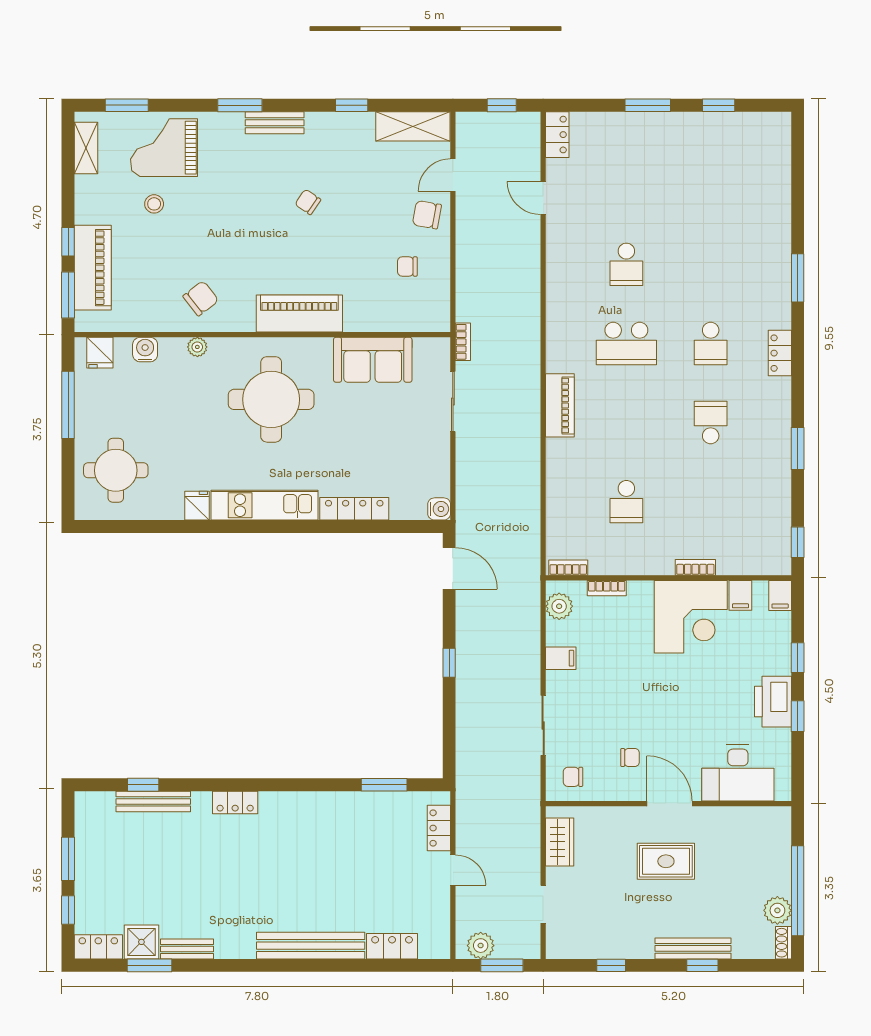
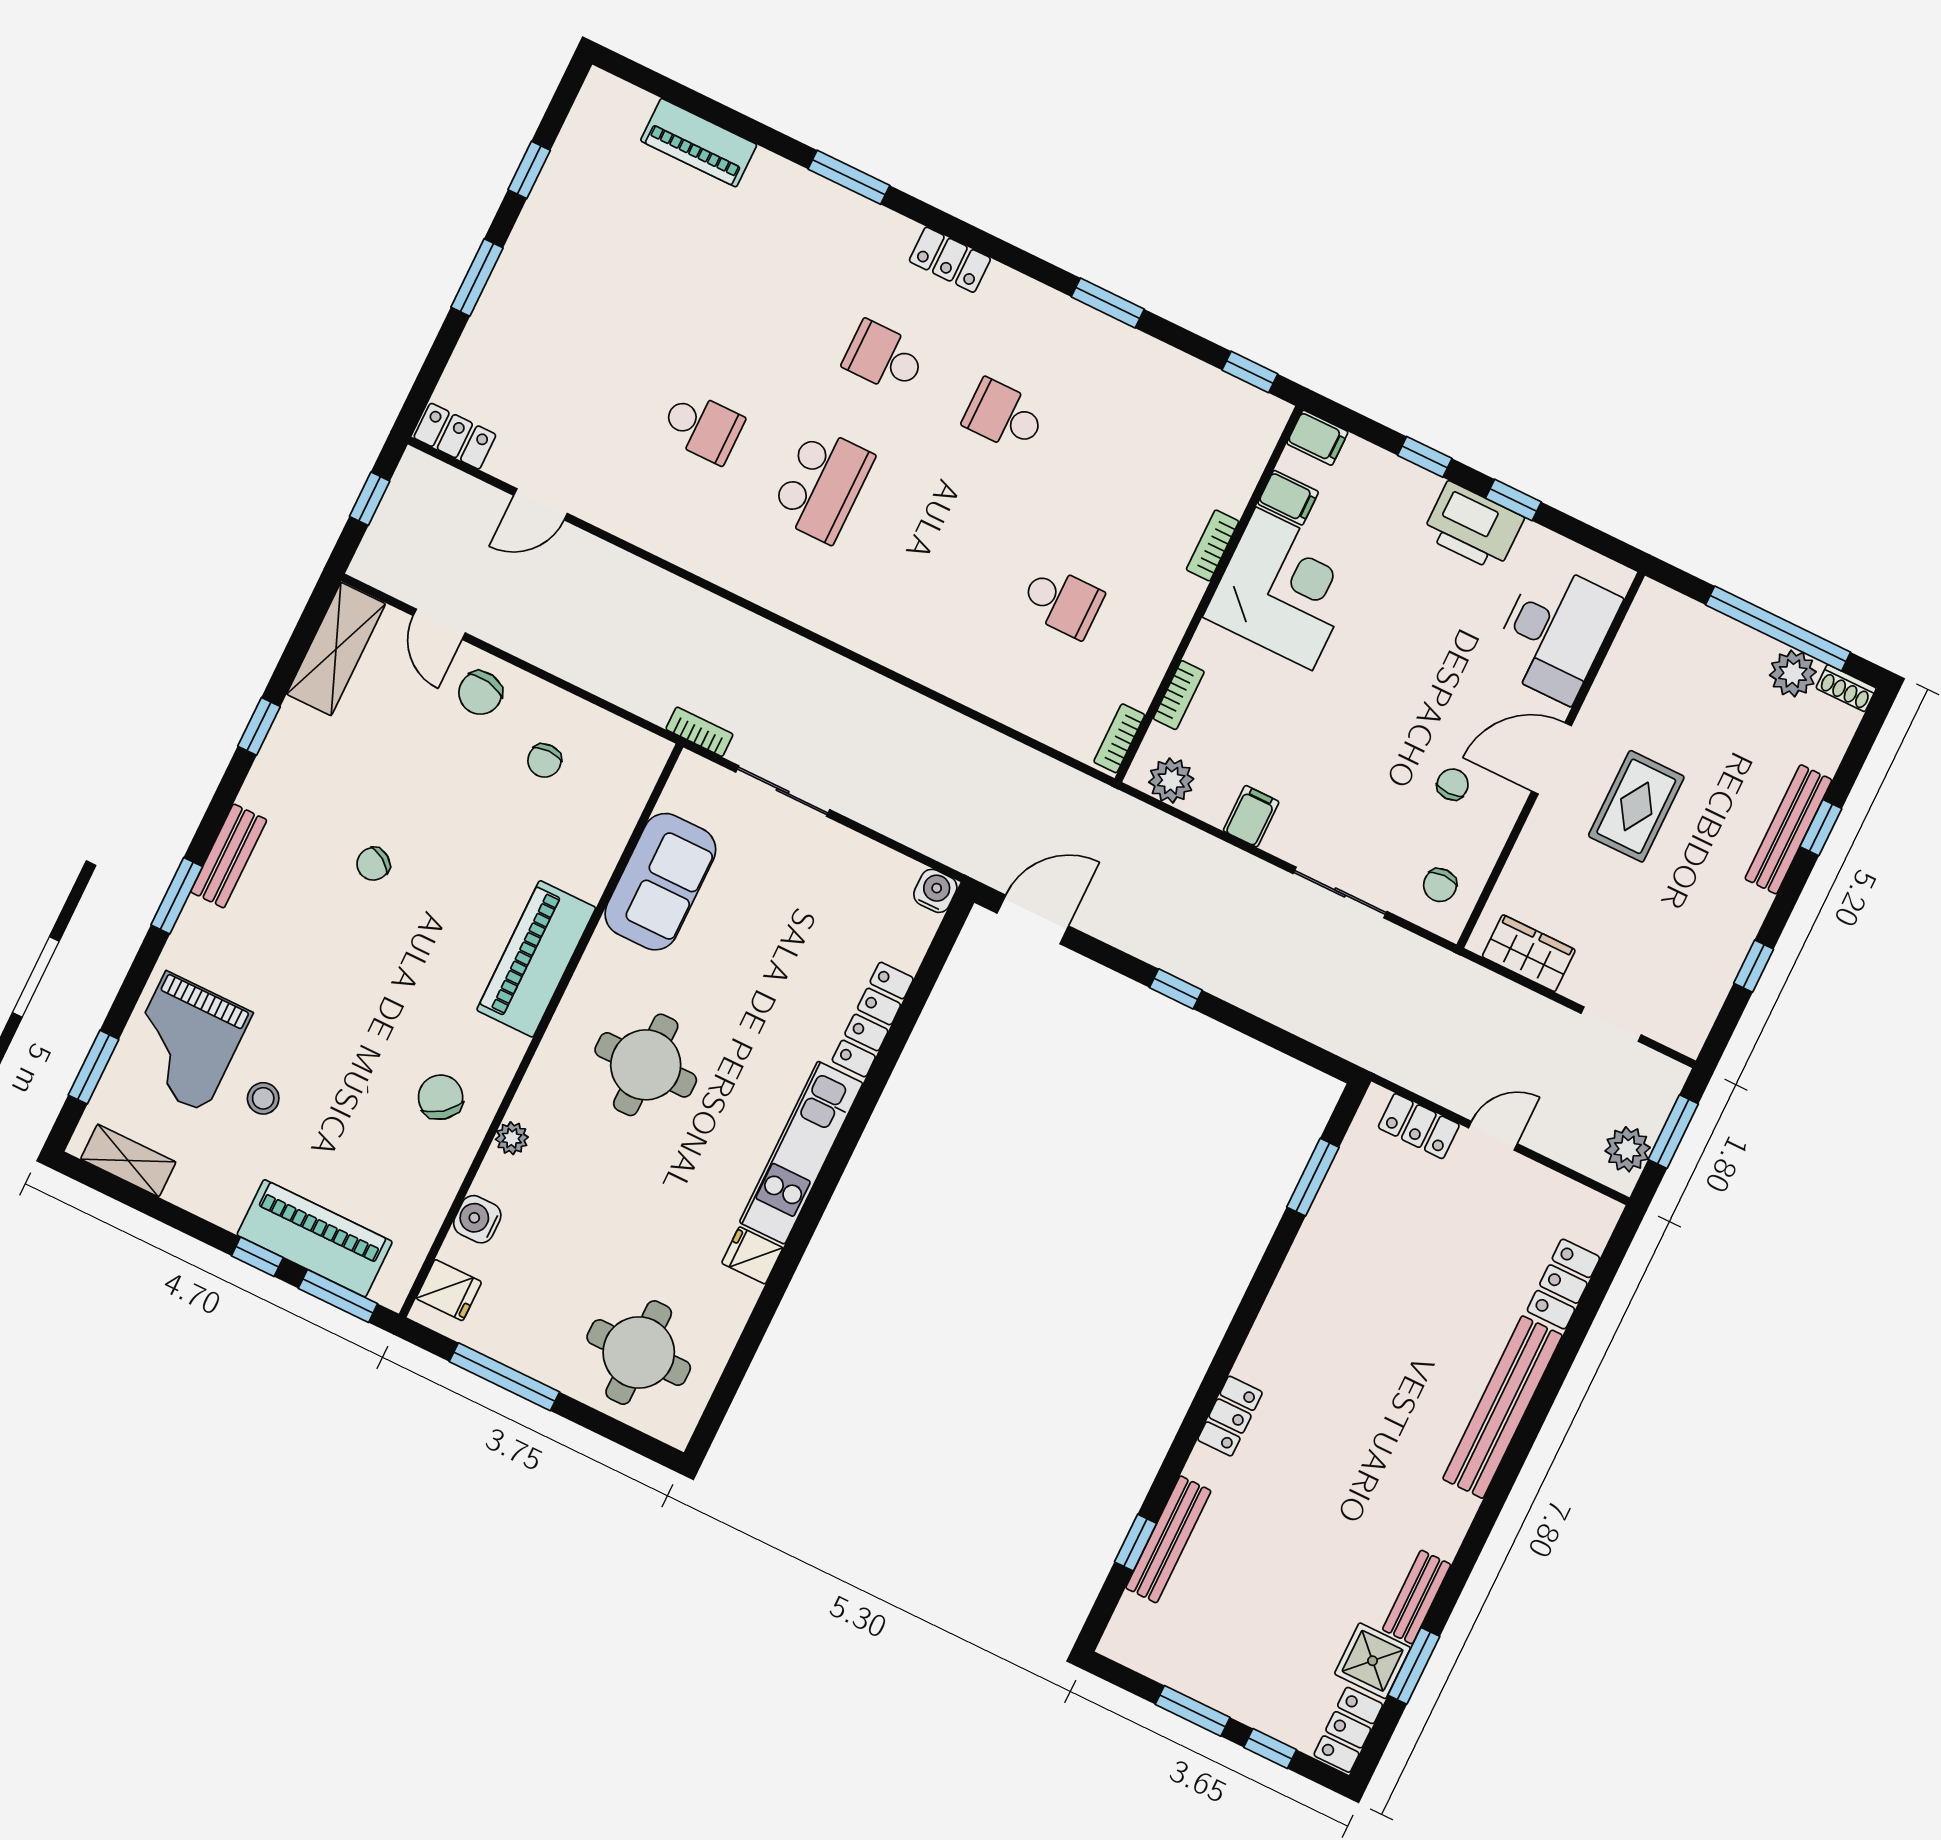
school desk: (711, 343) -> (884, 357), turned 180
round table: (271, 399) -> (646, 1065), width x0.73, depth x0.73
piano: (560, 405) -> (699, 143), moved, turned 180

